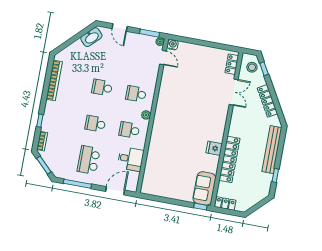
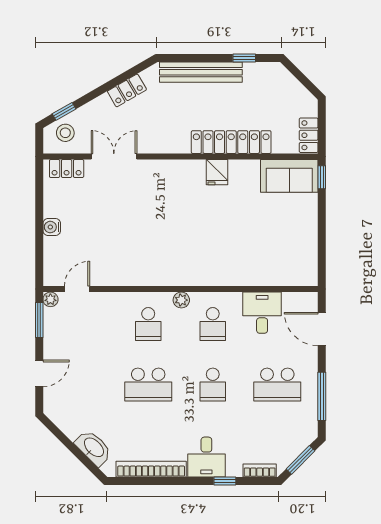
washbasin: (91, 37) -> (93, 448), moved
water cooler: (173, 45) -> (52, 227), moved
school desk: (102, 88) -> (148, 385), width x1.85
locker: (267, 101) -> (127, 90), width x0.66
desk: (55, 113) -> (206, 457), added

